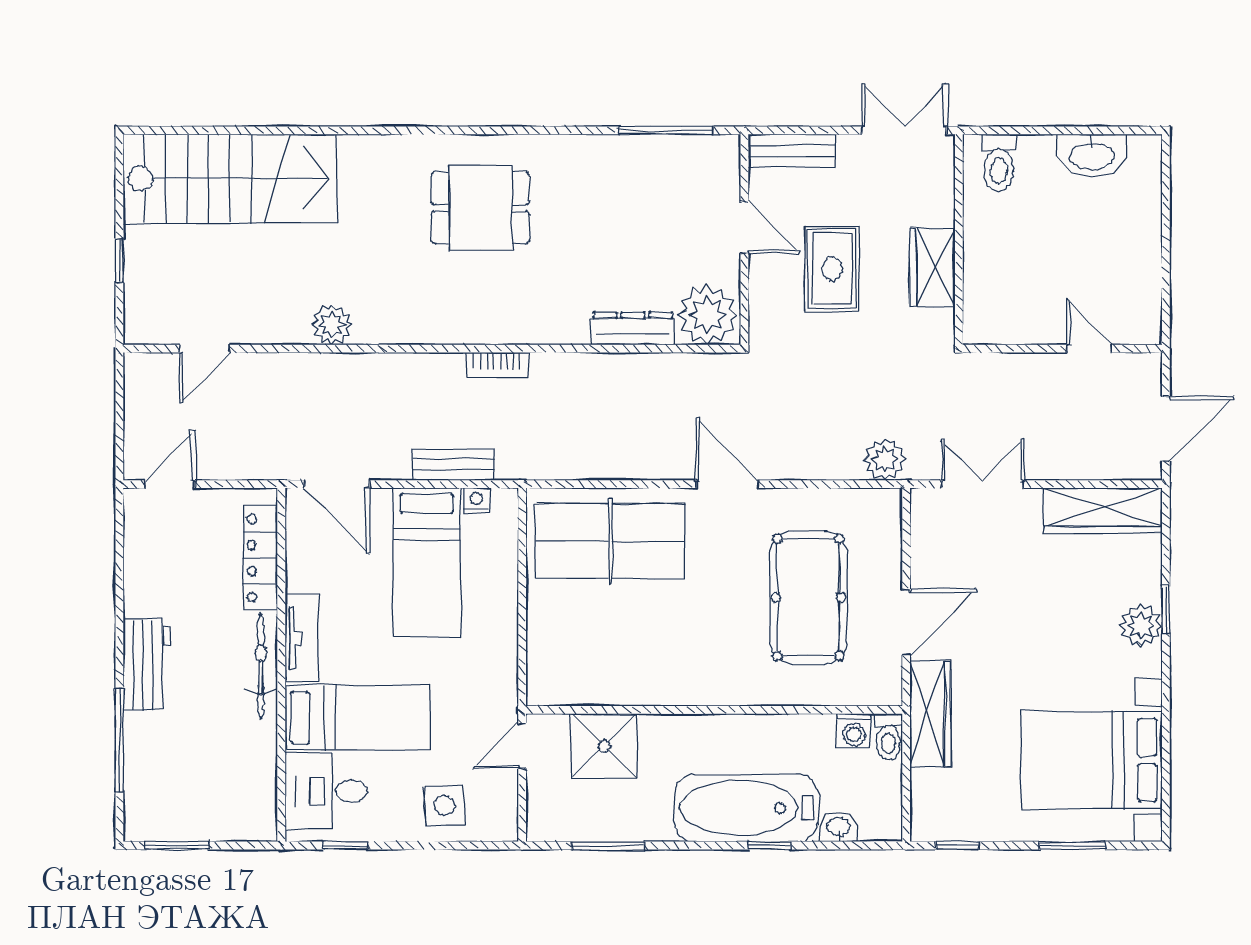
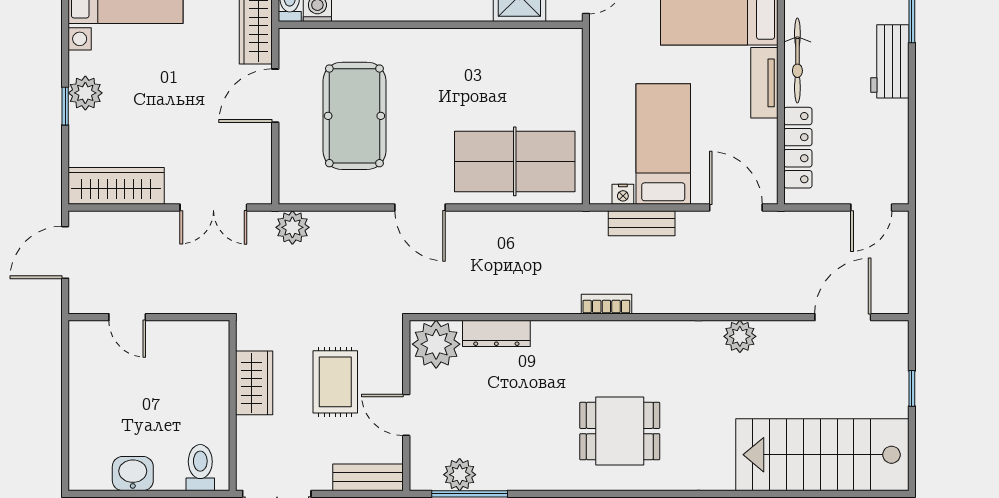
plant: (678, 154) -> (460, 475), added
washbasin: (1092, 155) -> (133, 474), width x0.72
door: (205, 349) -> (843, 317), width x1.38

